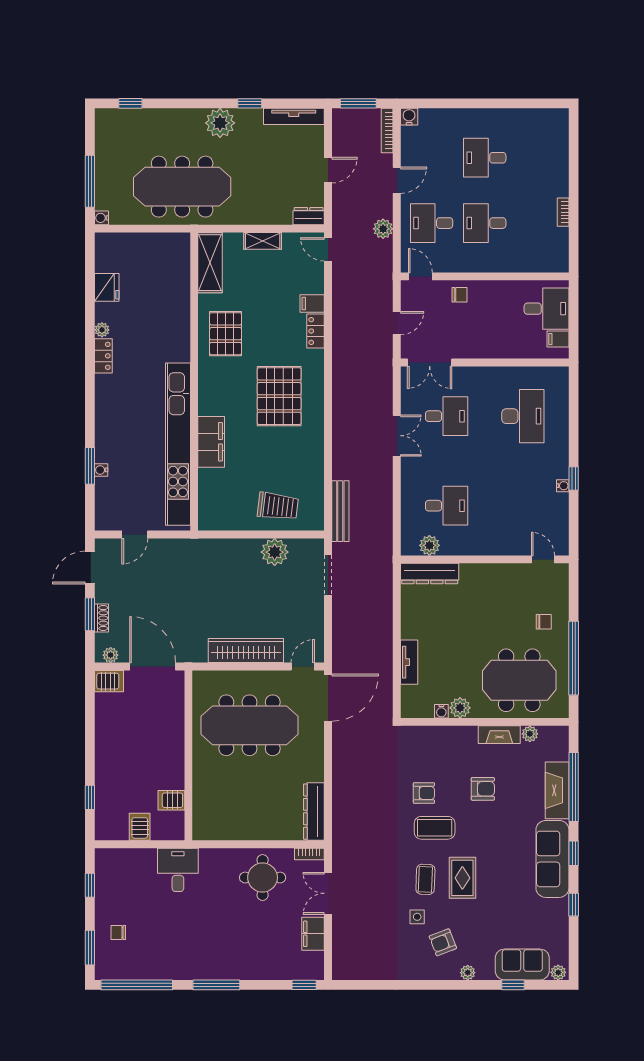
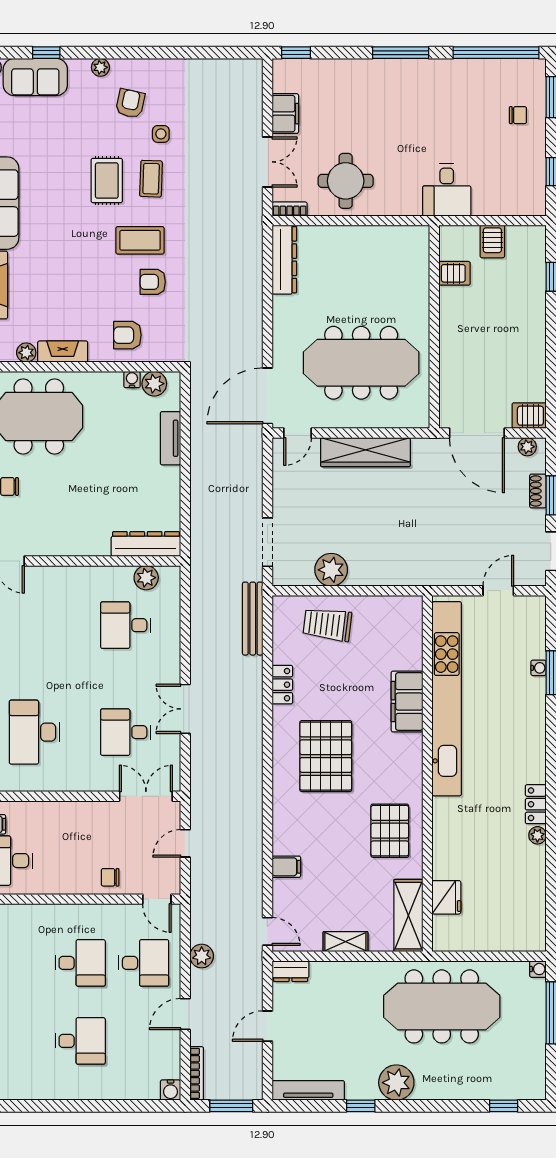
fridge: (107, 287) -> (446, 897), moved, turned 180
locker: (316, 331) -> (282, 685), moved
plant: (460, 708) -> (154, 384), moved
armchair: (483, 789) -> (127, 335), moved
armchair: (443, 942) -> (130, 103), turned -57

